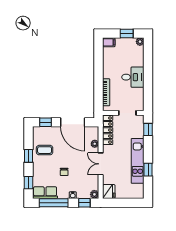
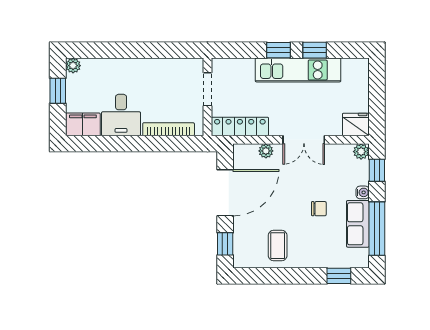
filing cabinet: (109, 42) -> (83, 124), width x2.00
desk: (133, 77) -> (121, 115), moved, turned 180
window: (148, 130) -> (279, 50), moved
window: (28, 156) -> (289, 276), removed
row of seats: (45, 193) -> (358, 224), moved

